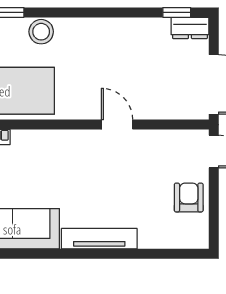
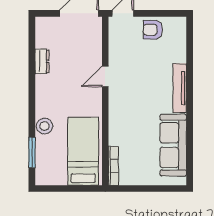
window: (177, 12) -> (32, 37), removed
dresser: (190, 28) -> (42, 61), moved

